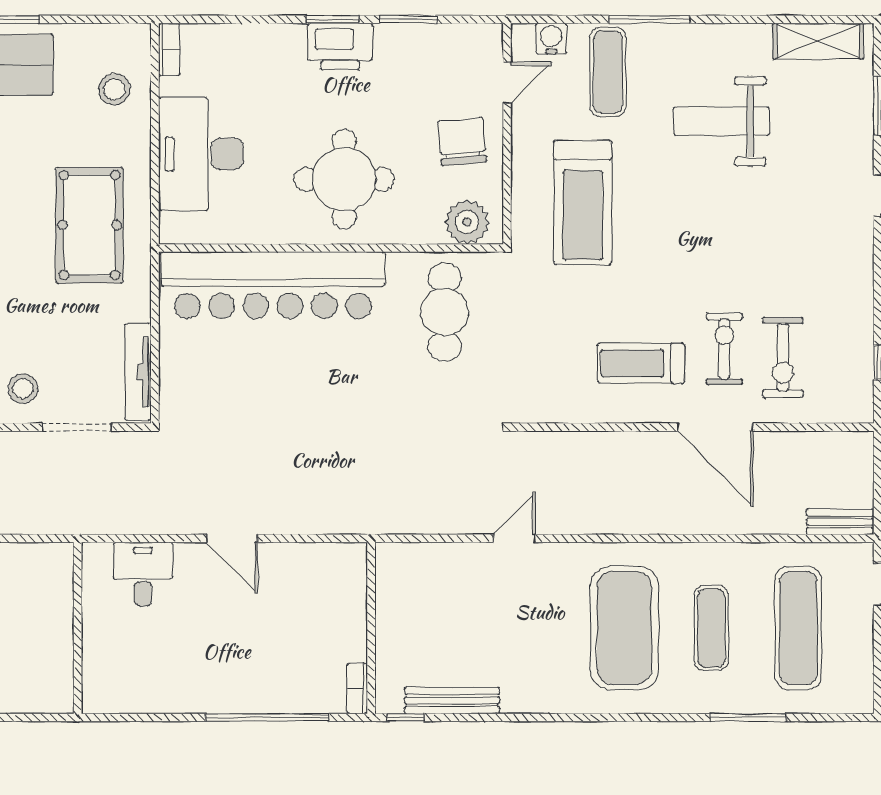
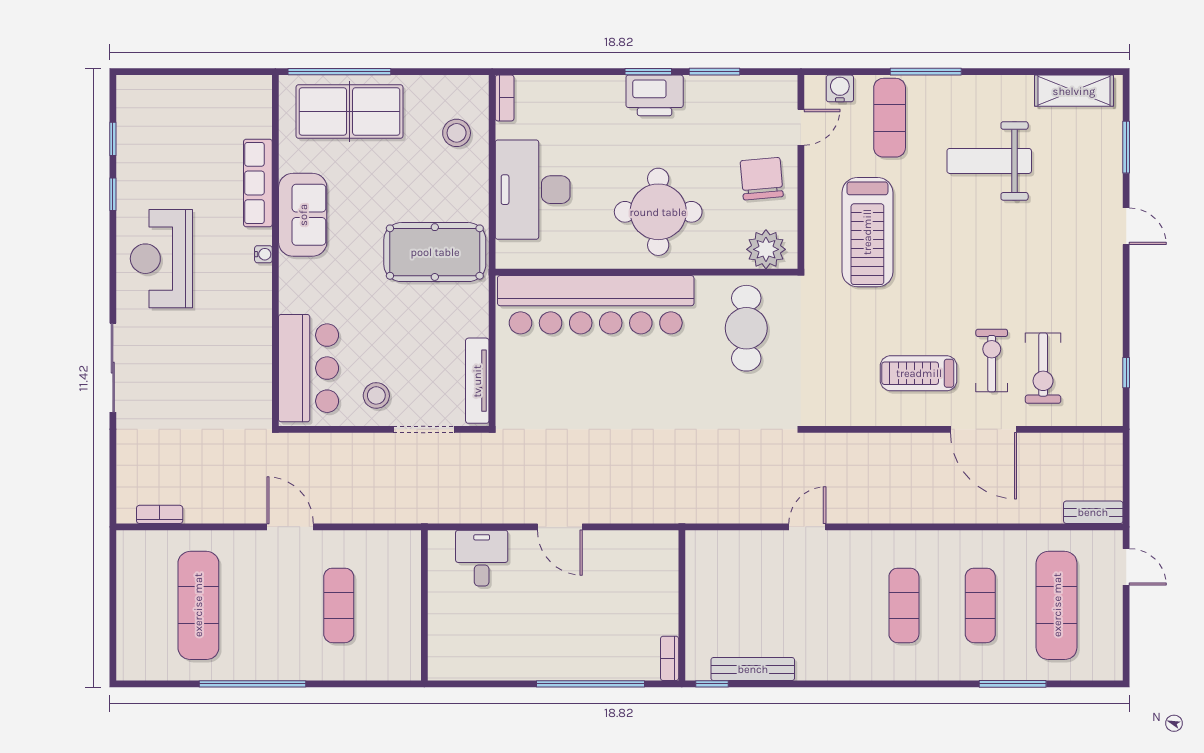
pool table: (90, 225) -> (435, 252), turned 90
exercise mat: (624, 628) -> (904, 605), width x0.50, depth x0.69

